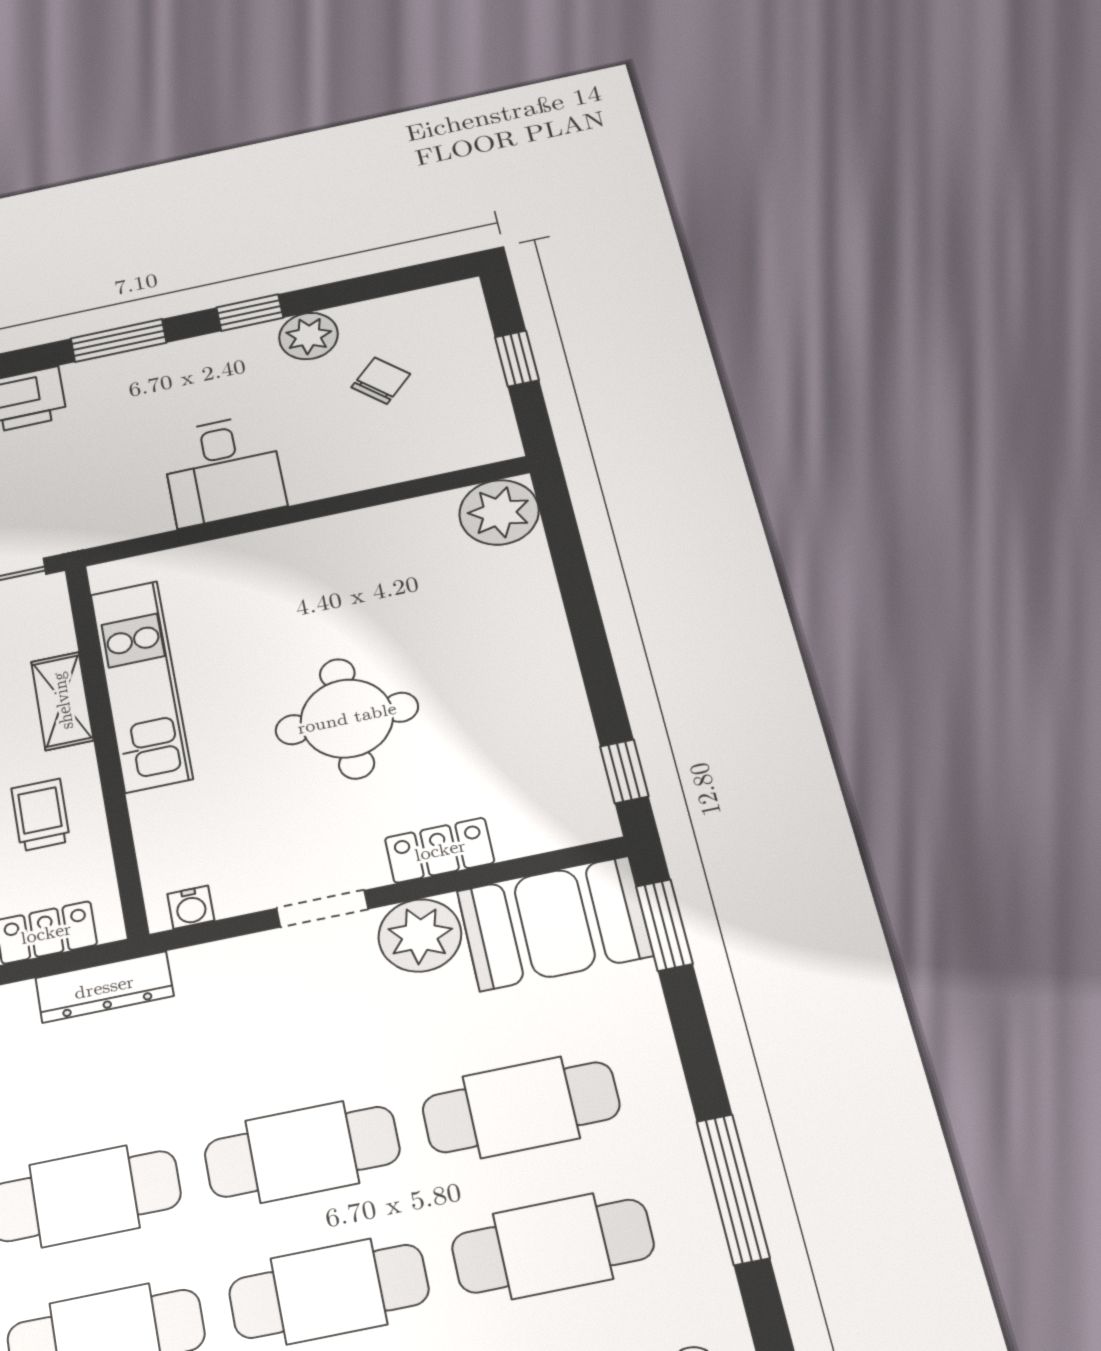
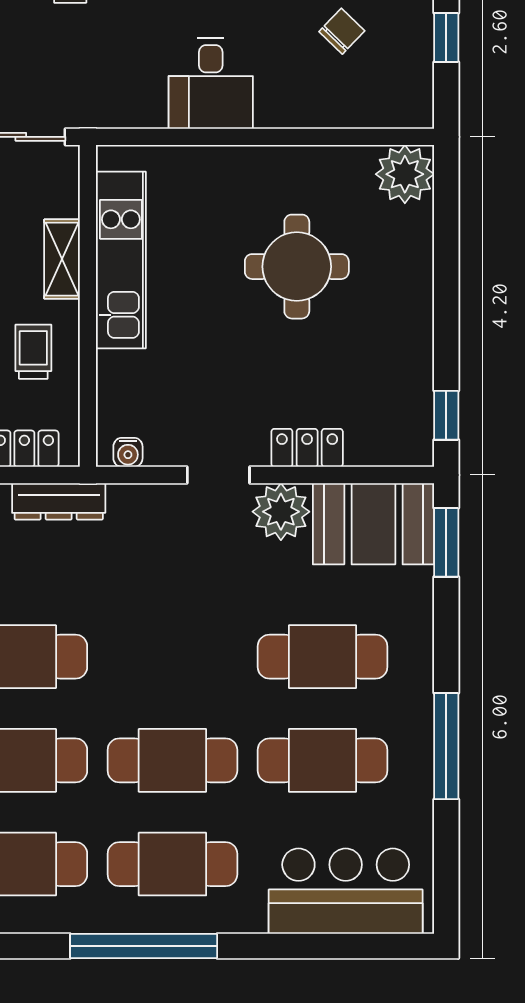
round table: (347, 718) -> (297, 267), moved
cafe table: (302, 1152) -> (172, 657), removed

